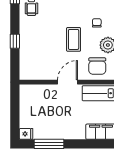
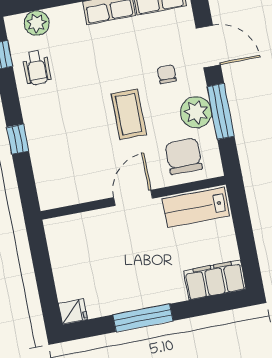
chair: (97, 66) -> (184, 156), turned 180
window: (49, 144) -> (143, 318), moved

